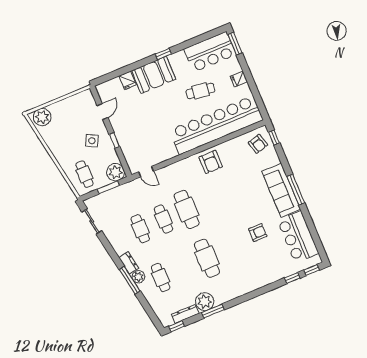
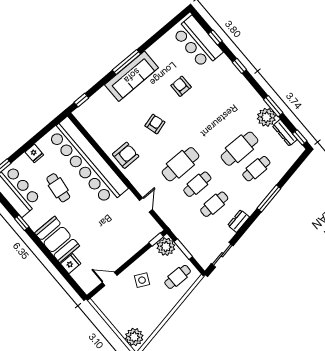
window: (163, 54) -> (22, 223), moved
window: (114, 140) -> (156, 240), moved
armchair: (258, 144) -> (155, 124), moved
door: (146, 172) -> (146, 205), moved
bar counter: (298, 237) -> (197, 42), moved, turned 90
cafe table: (207, 258) -> (239, 149), moved
dresser: (129, 263) -> (239, 221), moved
window: (312, 270) -> (239, 66), moved
plant: (138, 277) -> (263, 191), removed

